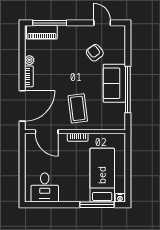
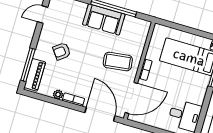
armchair: (95, 53) -> (62, 51), moved
door: (47, 132) -> (131, 98), width x1.36

